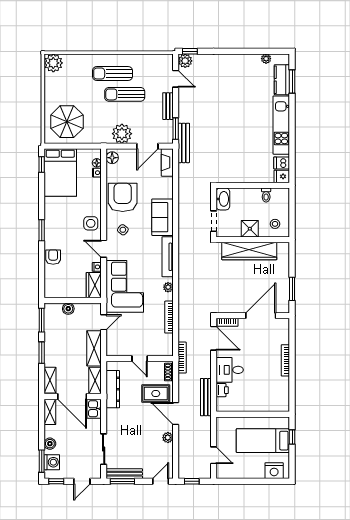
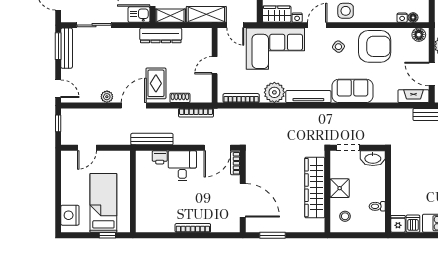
plant: (168, 287) -> (274, 92), width x1.87, depth x1.87
door: (140, 359) -> (215, 65), moved
wall: (140, 359) -> (215, 65), moved

